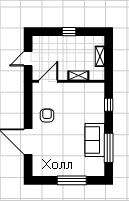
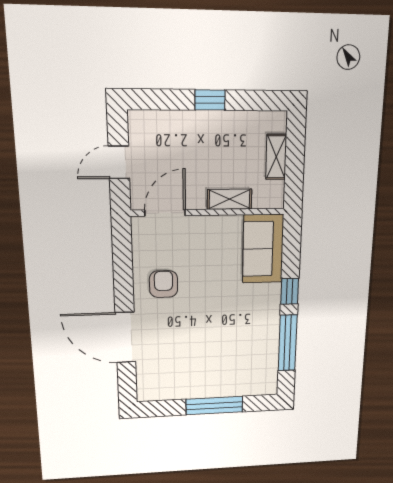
window: (109, 105) -> (290, 291), moved
sofa: (95, 140) -> (263, 249), moved

